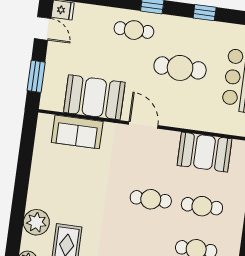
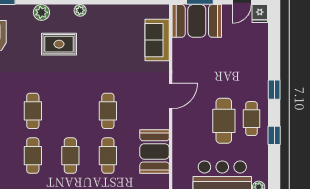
cafe table: (134, 30) -> (252, 119), moved
booth: (94, 97) -> (197, 21), moved, turned 90
plant: (36, 222) -> (80, 10), width x0.53, depth x0.53

